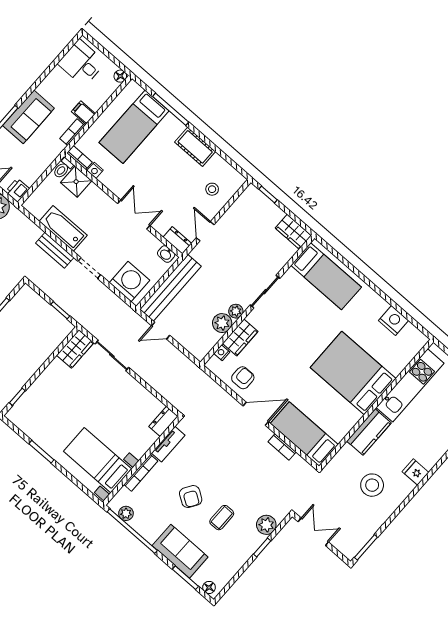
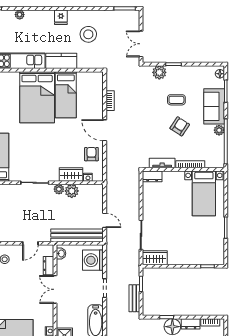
dresser: (177, 240) -> (48, 266), moved
bench: (55, 250) -> (134, 298), moved
armchair: (243, 378) -> (91, 154), turned 90
bed: (304, 434) -> (66, 95), moved
plant: (126, 513) -> (219, 130), moved

